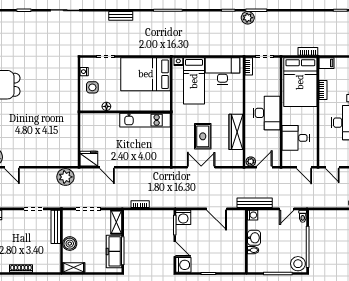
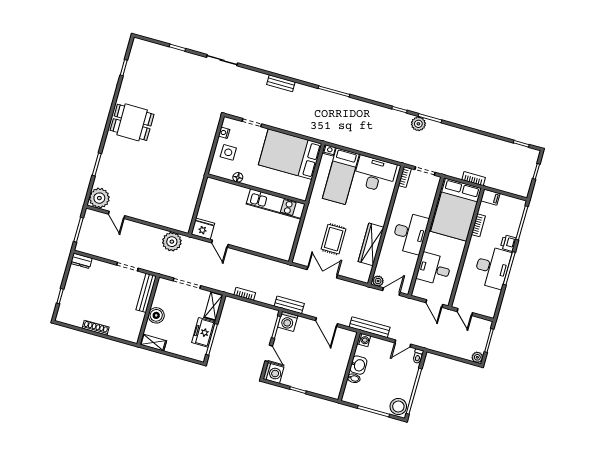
bench: (181, 203) -> (289, 305), added
freezer: (114, 251) -> (203, 332), width x0.71

